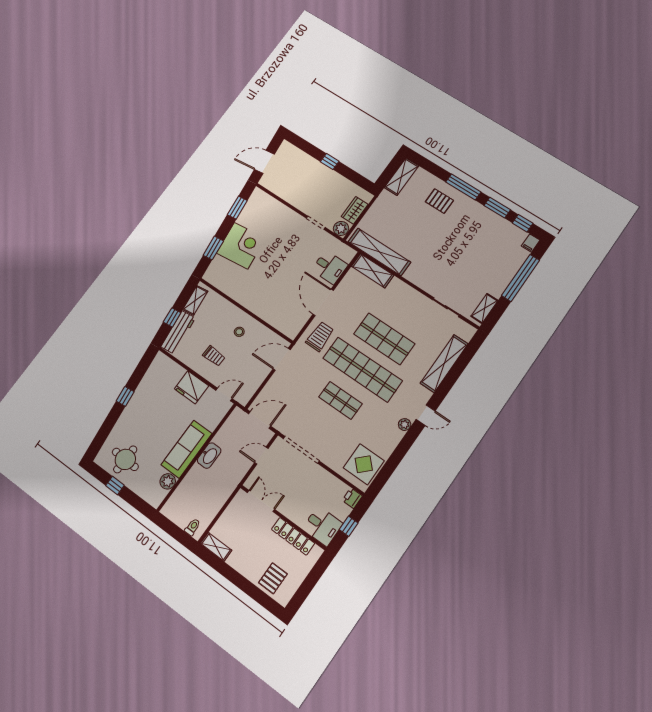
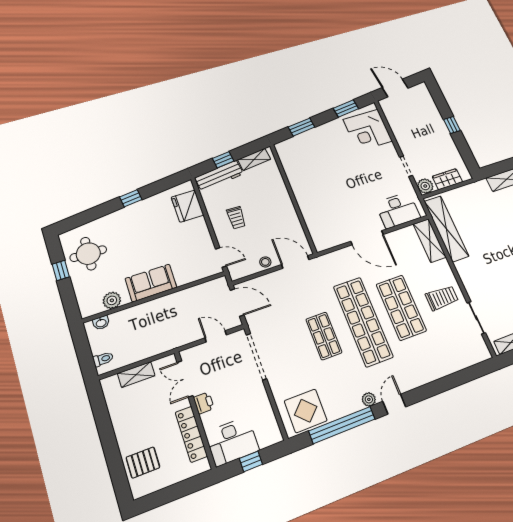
corner desk: (241, 246) -> (368, 130), moved, turned 97
desk: (330, 267) -> (398, 210), width x1.37
door: (323, 302) -> (367, 238), swing flipped
stool: (239, 332) -> (265, 262), moved
trolley: (320, 337) -> (442, 298), moved
shelving: (444, 363) -> (442, 368), removed
fridge: (192, 387) -> (187, 206), moved
door: (426, 415) -> (394, 404), swing flipped
sofa: (186, 449) -> (151, 283), width x0.73
washbasin: (209, 456) -> (101, 323), moved, width x0.52, depth x0.69
window: (397, 456) -> (342, 425), added
printer: (352, 498) -> (204, 403), moved, turned 90
double door: (261, 501) -> (185, 379), swing flipped
desk: (322, 526) -> (232, 441), width x1.37
shelving: (216, 547) -> (136, 375), moved, turned 90

